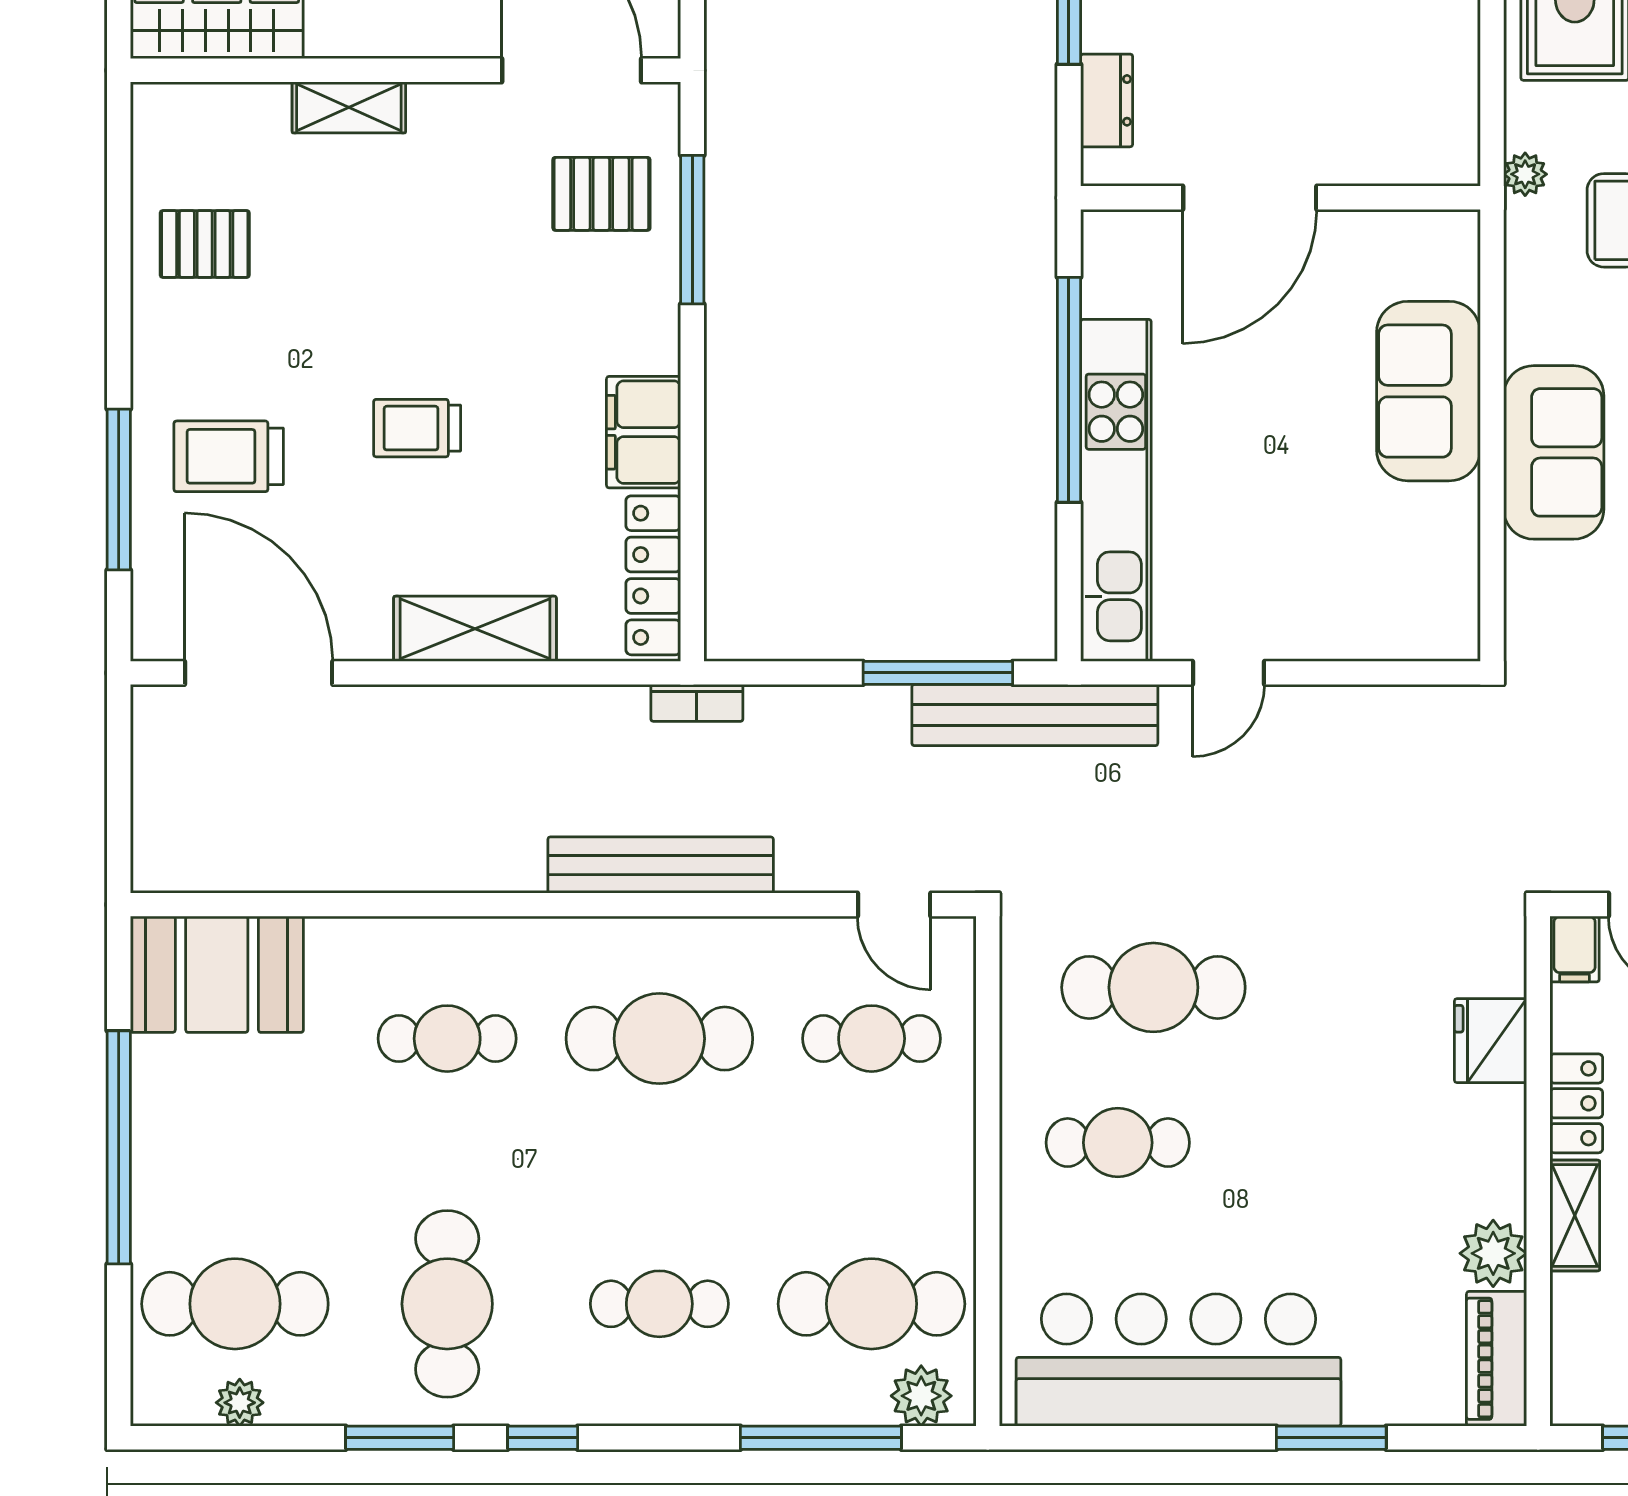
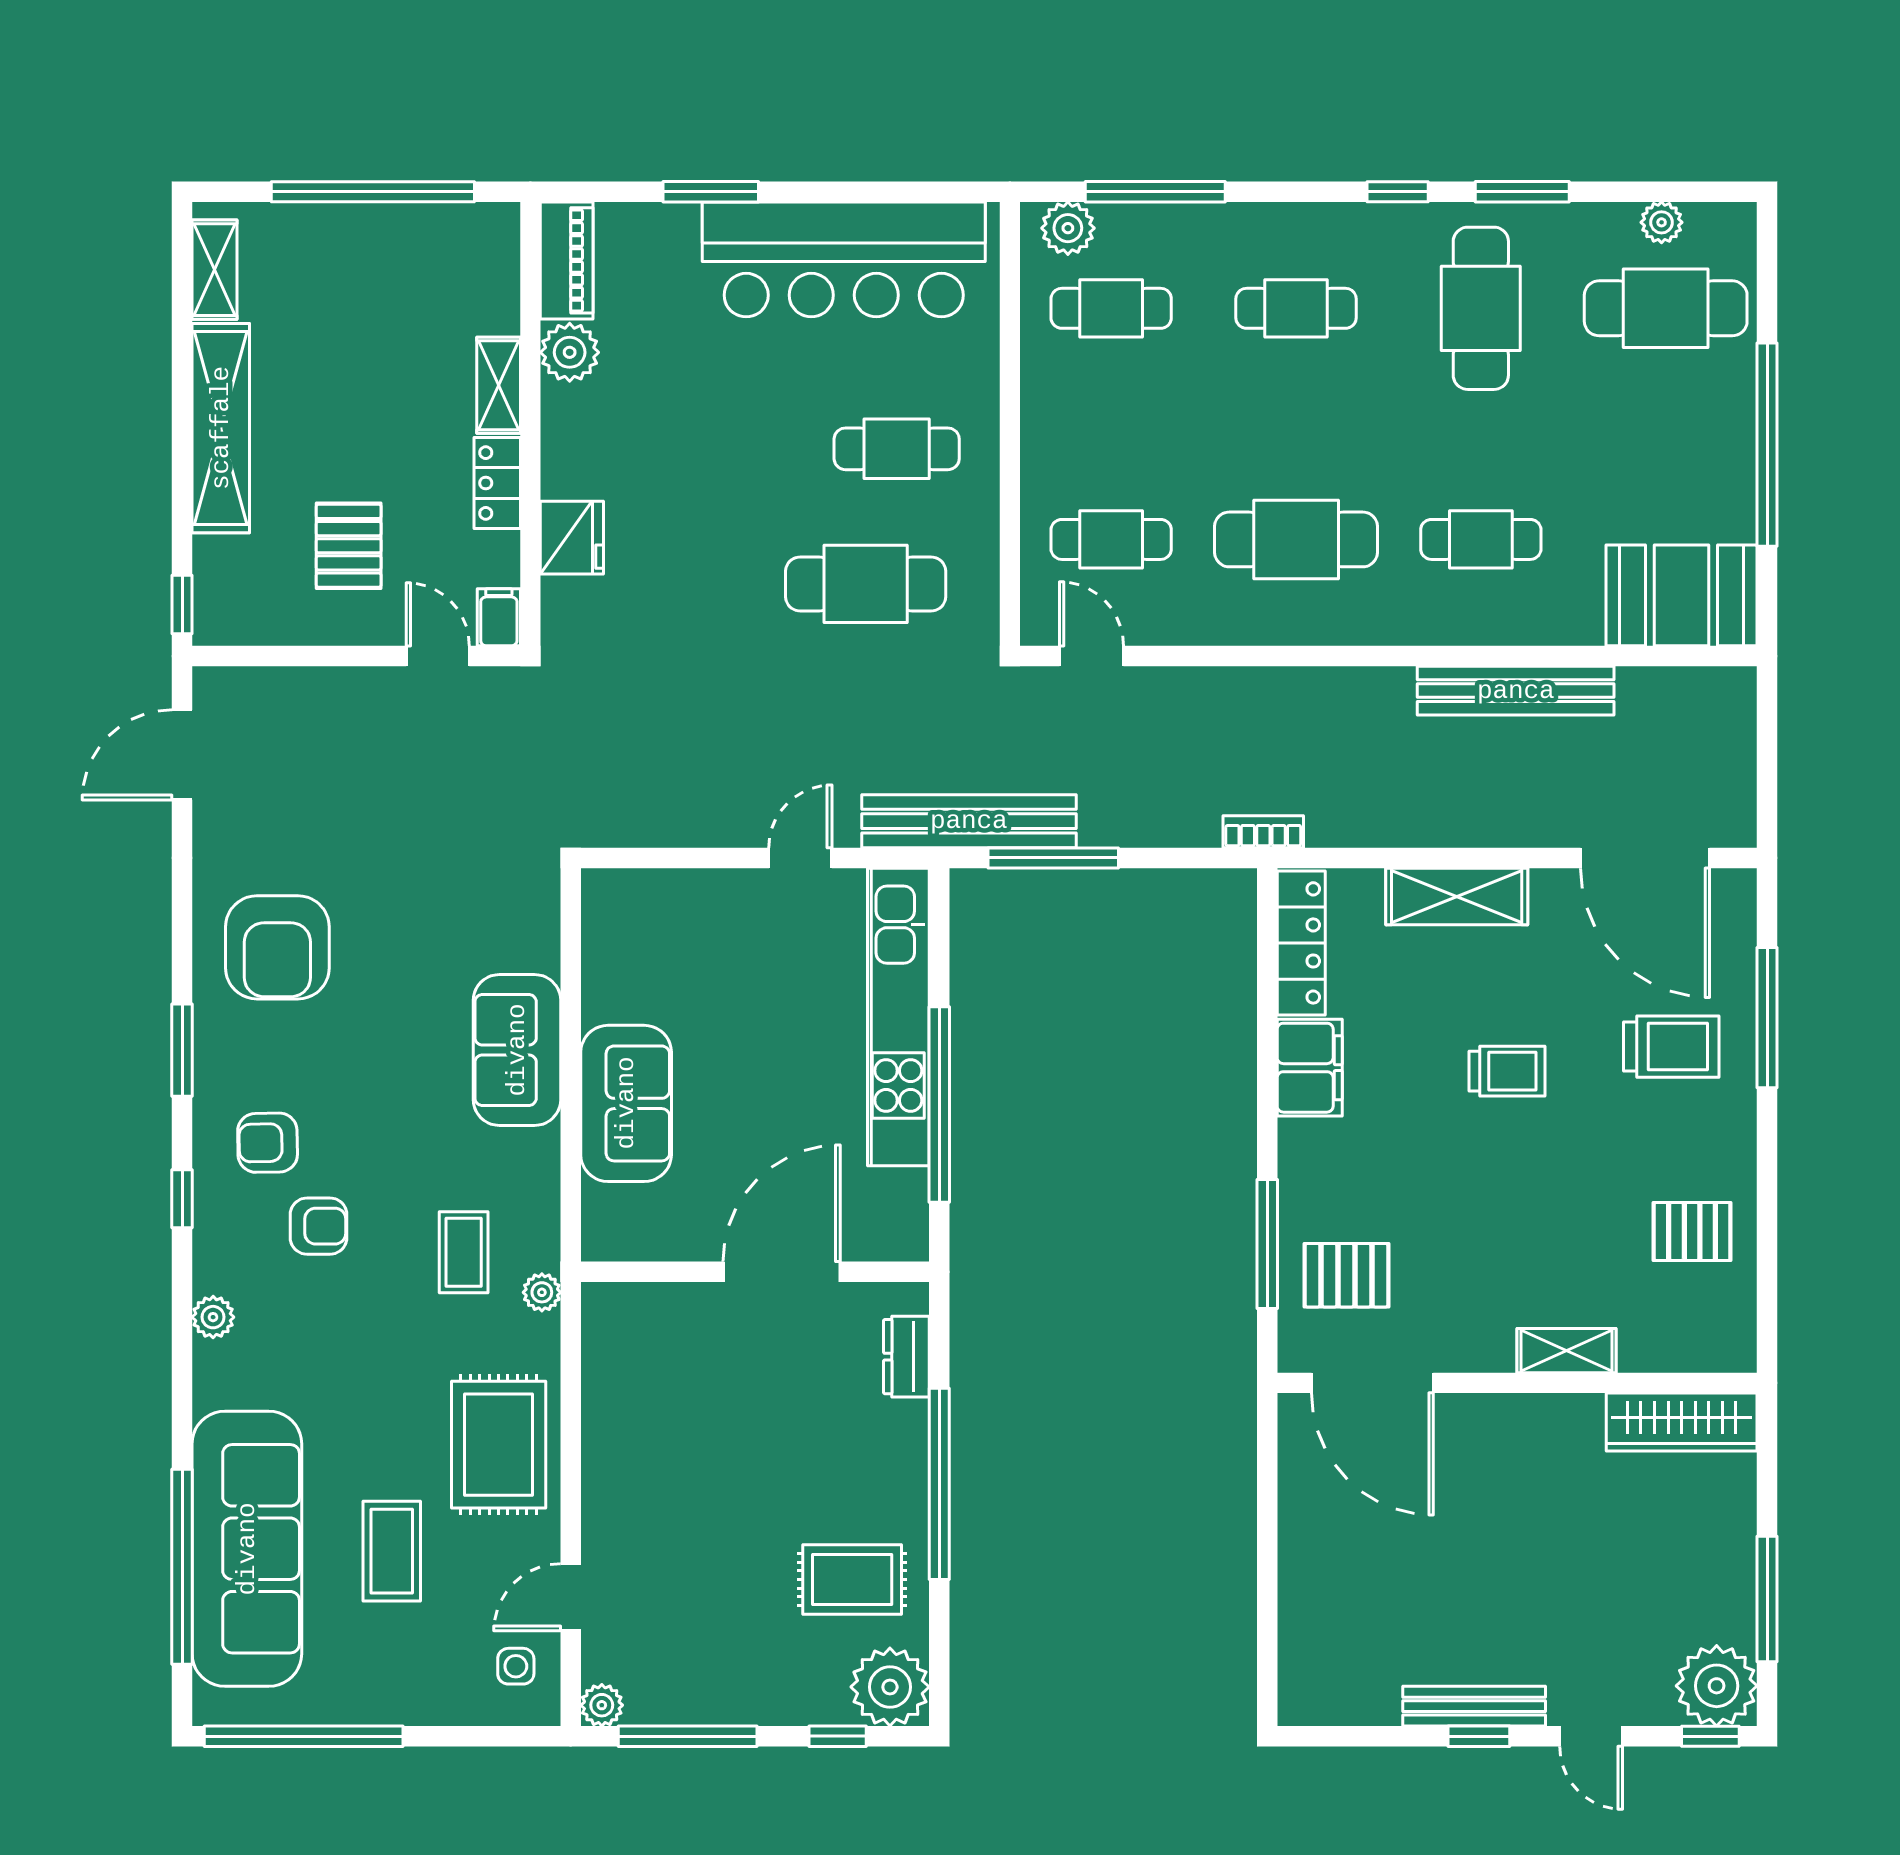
bench: (661, 865) -> (1516, 691), moved
cafe table: (872, 1304) -> (1111, 308), width x0.73, depth x0.74

